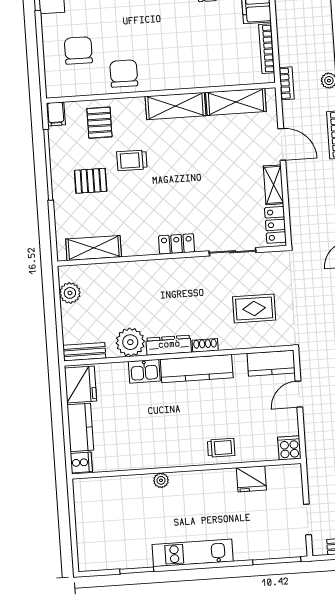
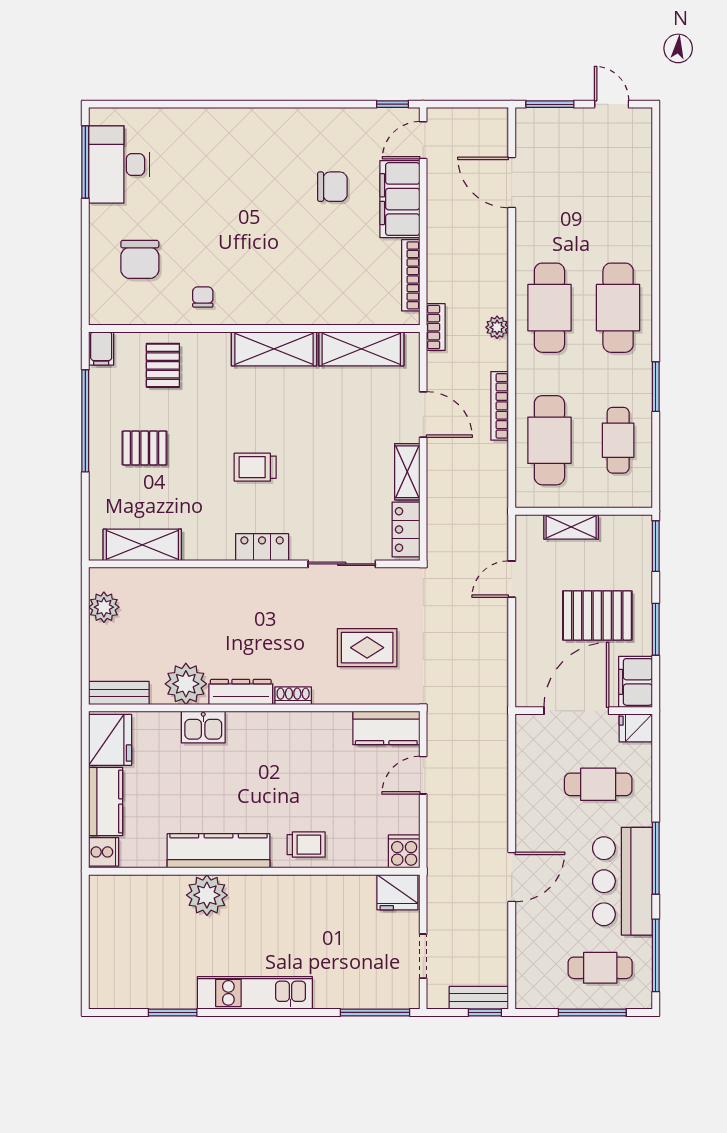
chair: (78, 50) -> (140, 259), turned 180
chair: (124, 74) -> (203, 297), width x0.54, depth x0.54
trolley: (132, 160) -> (255, 467), moved
kitchen counter: (197, 369) -> (219, 851), moved, turned 180
fridge: (251, 479) -> (397, 892), moved
plant: (161, 480) -> (207, 895), width x1.87, depth x1.87

